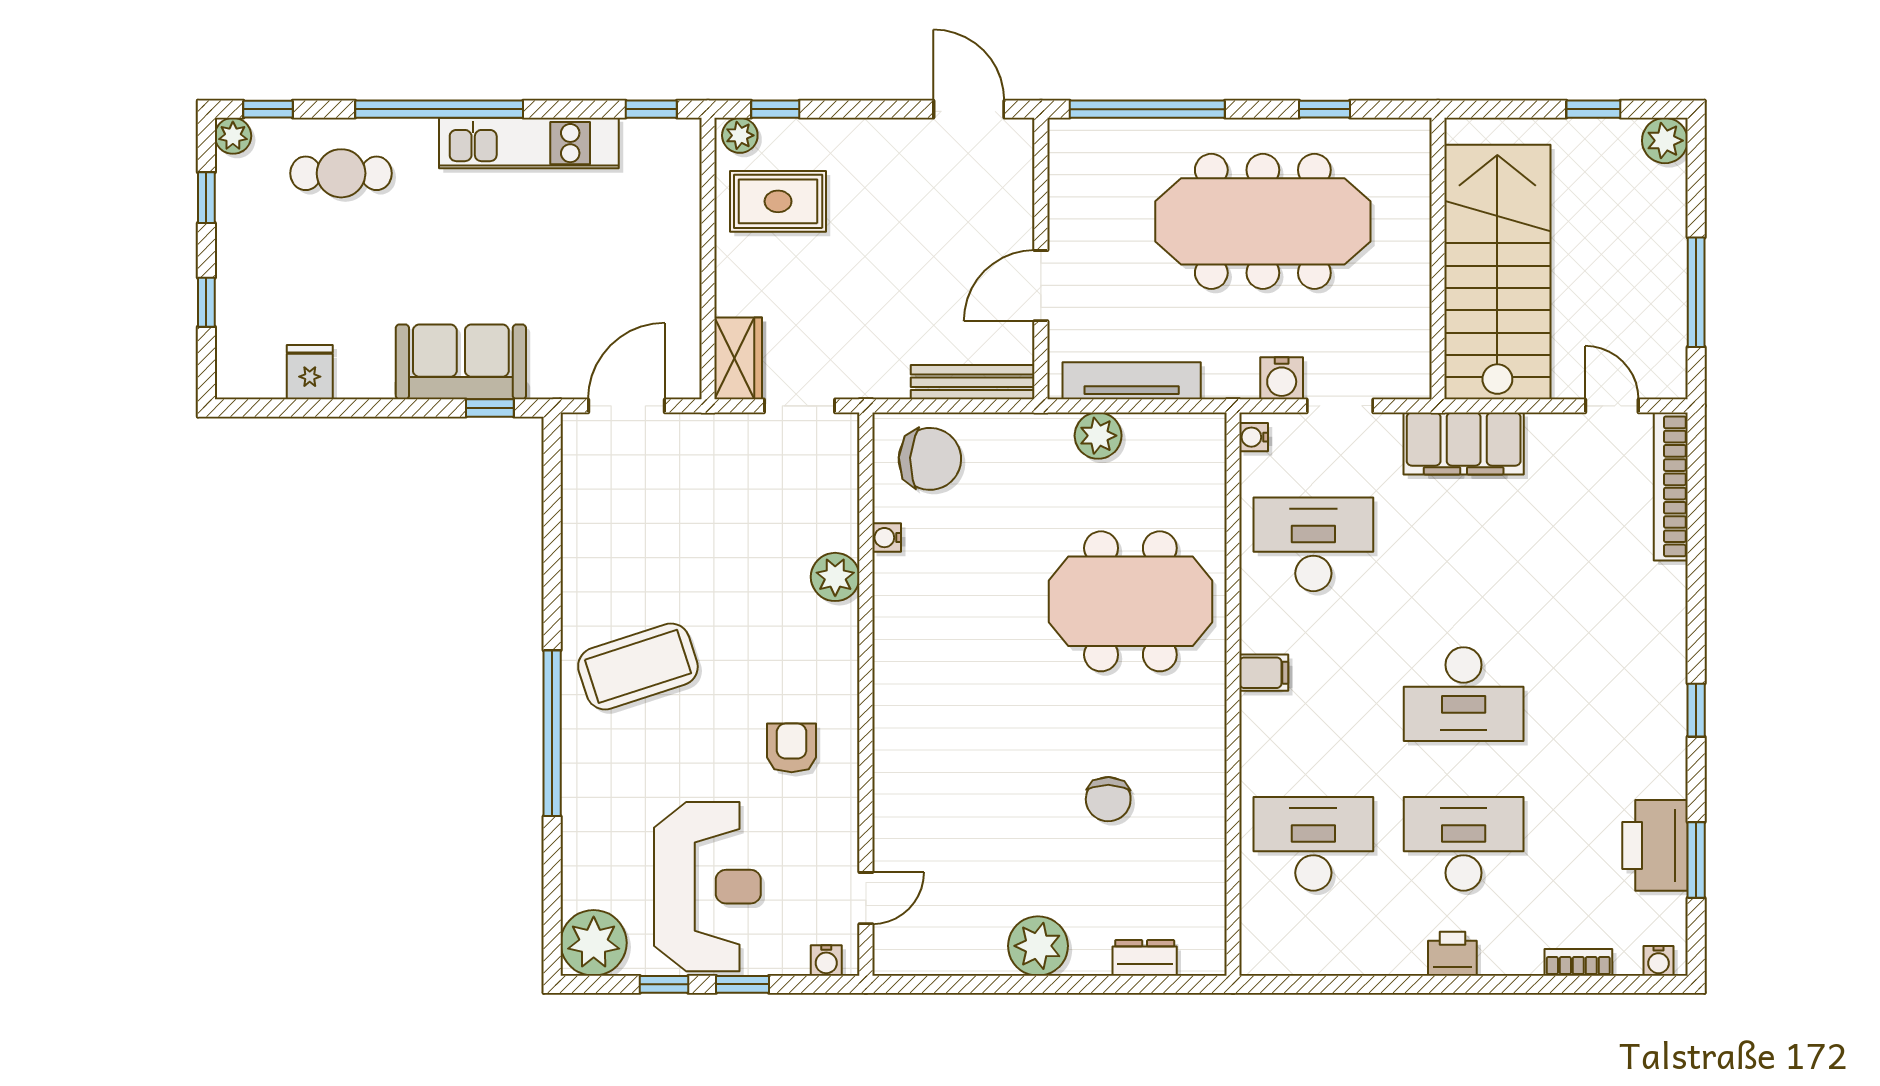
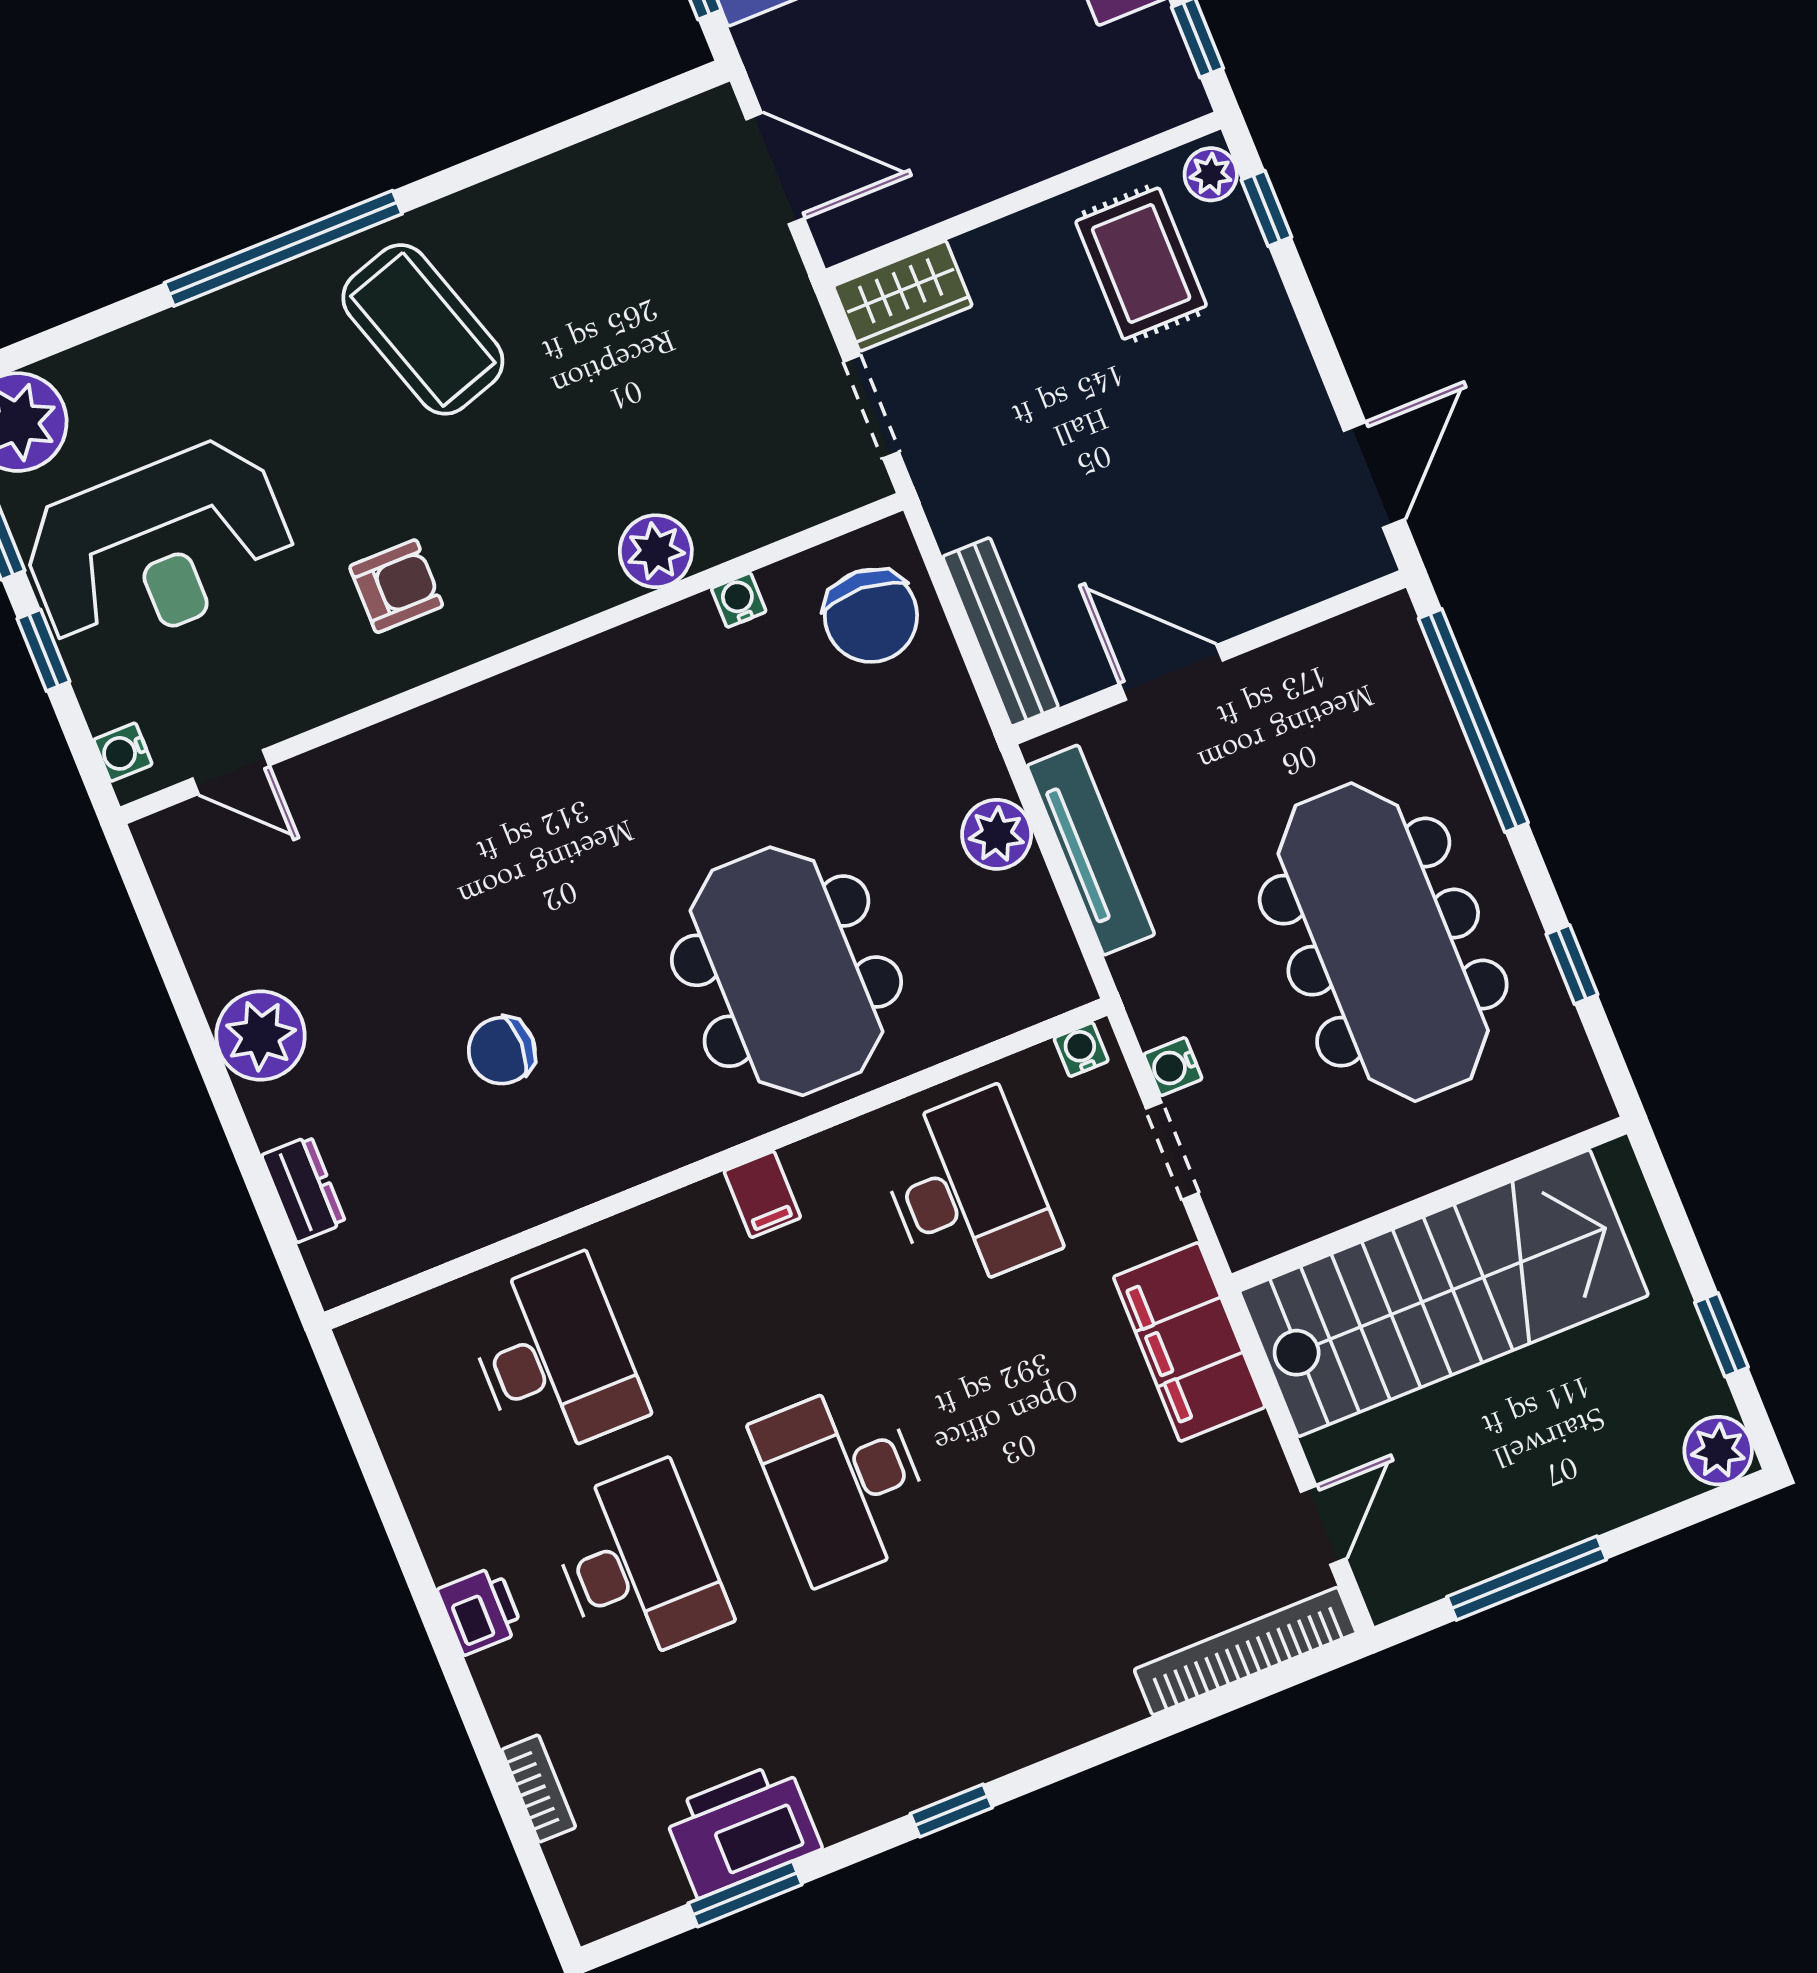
water cooler: (1282, 378) -> (1173, 1067), width x0.72, depth x0.72
water cooler: (1658, 961) -> (585, 1898), removed

